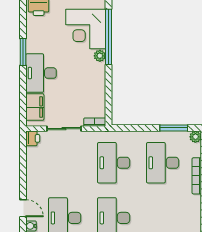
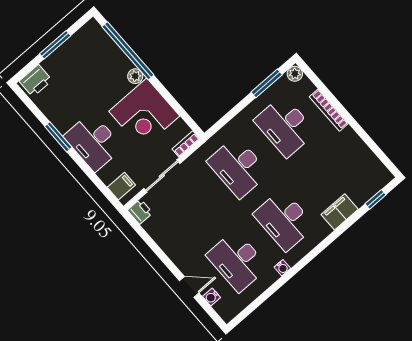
corner desk: (86, 29) -> (144, 114), moved
filing cabinet: (35, 107) -> (121, 186), width x0.50

